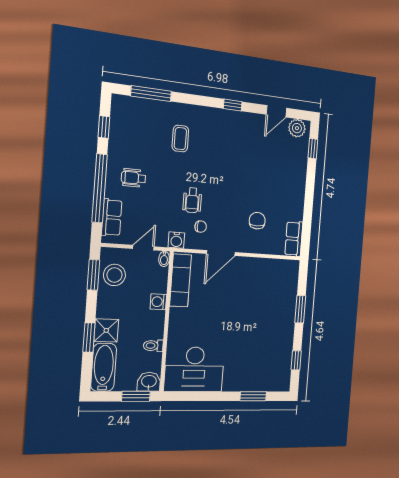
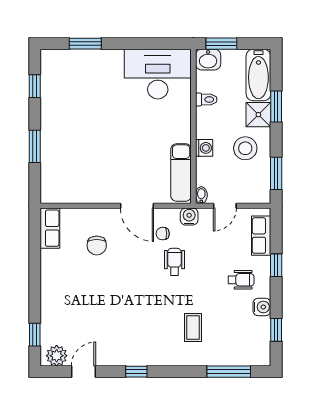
water cooler: (116, 150) -> (262, 307), added
window: (100, 188) -> (276, 265), width x0.32
door: (221, 253) -> (137, 206), swing flipped
stool: (114, 275) -> (245, 148), moved

